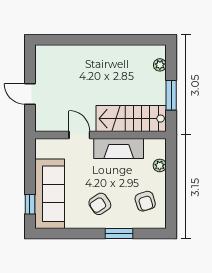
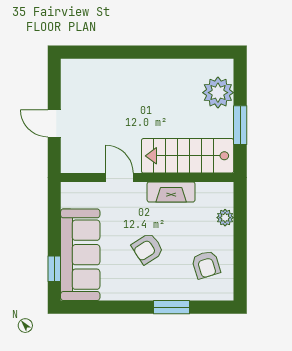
plant: (160, 65) -> (218, 93), width x1.88, depth x1.88
fireplace: (119, 148) -> (171, 192), width x0.73, depth x0.76
armchair: (100, 204) -> (147, 249), moved

